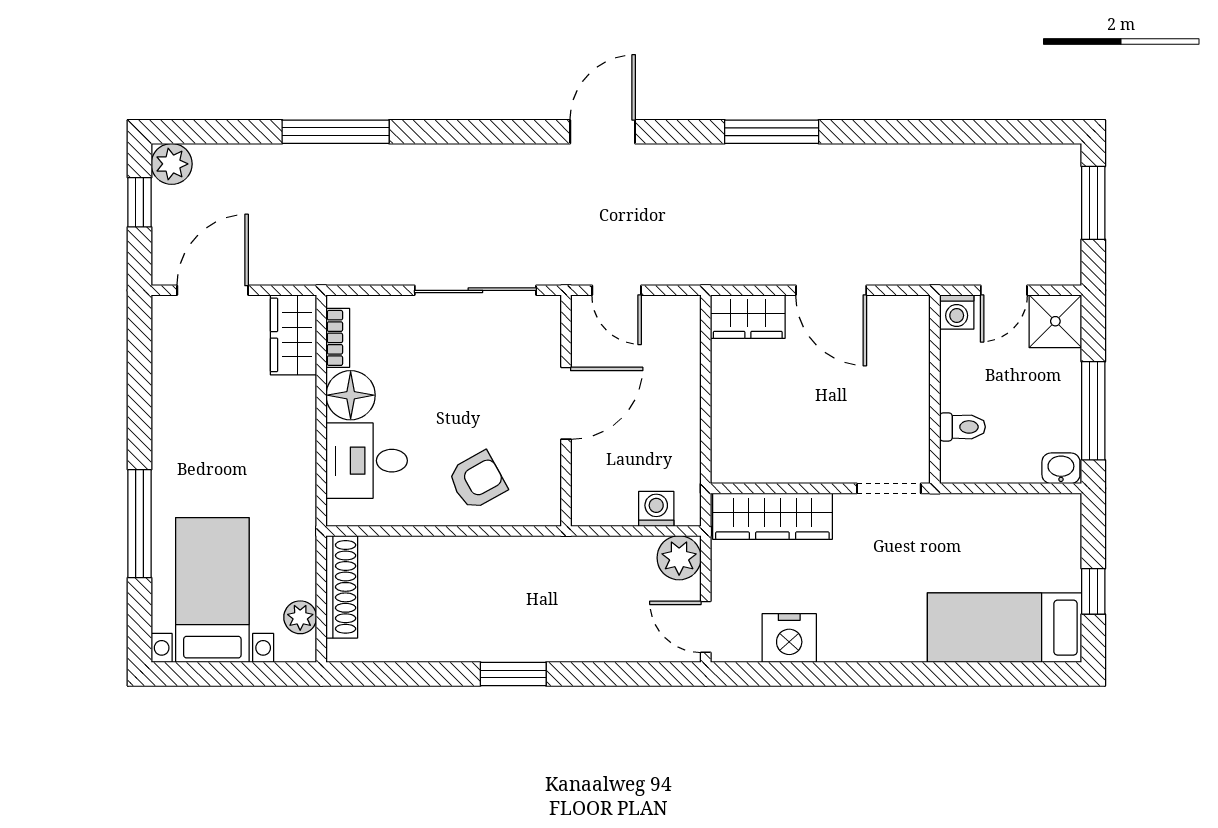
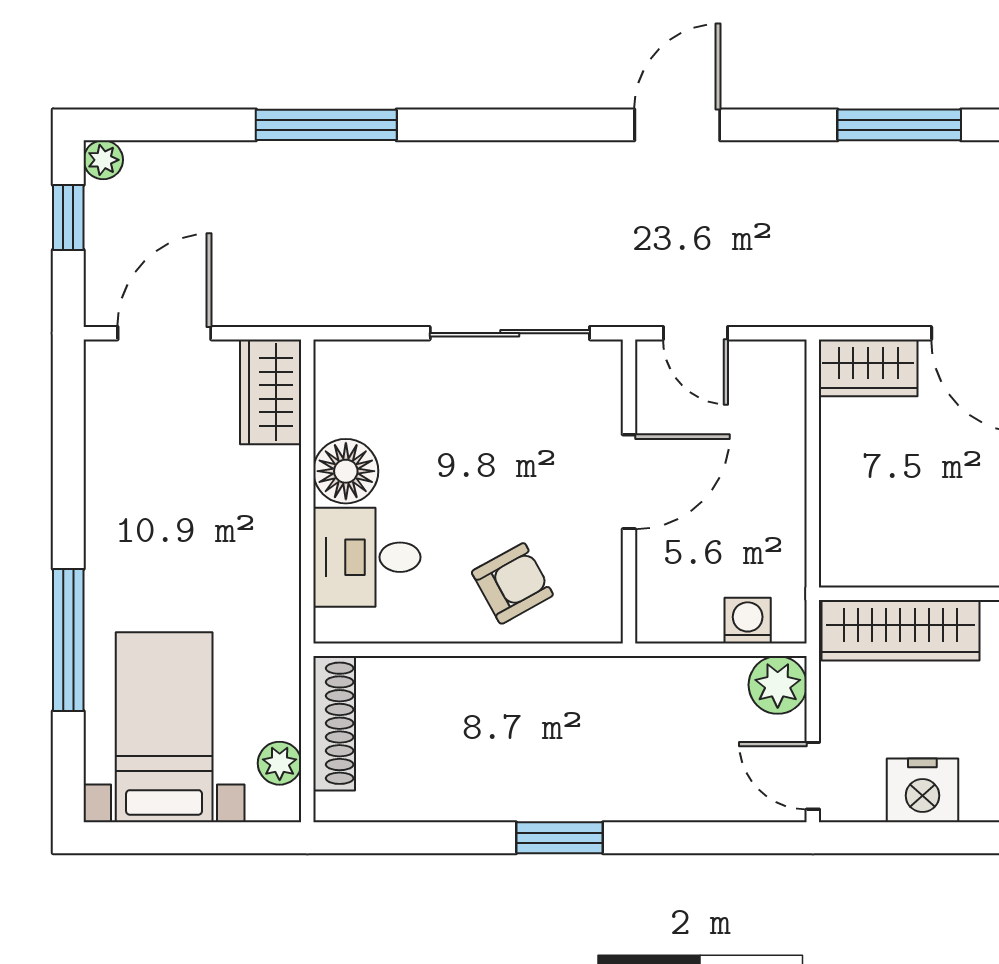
plant: (172, 164) -> (103, 160), width x0.73, depth x0.73
bookcase: (338, 338) -> (329, 396), removed

